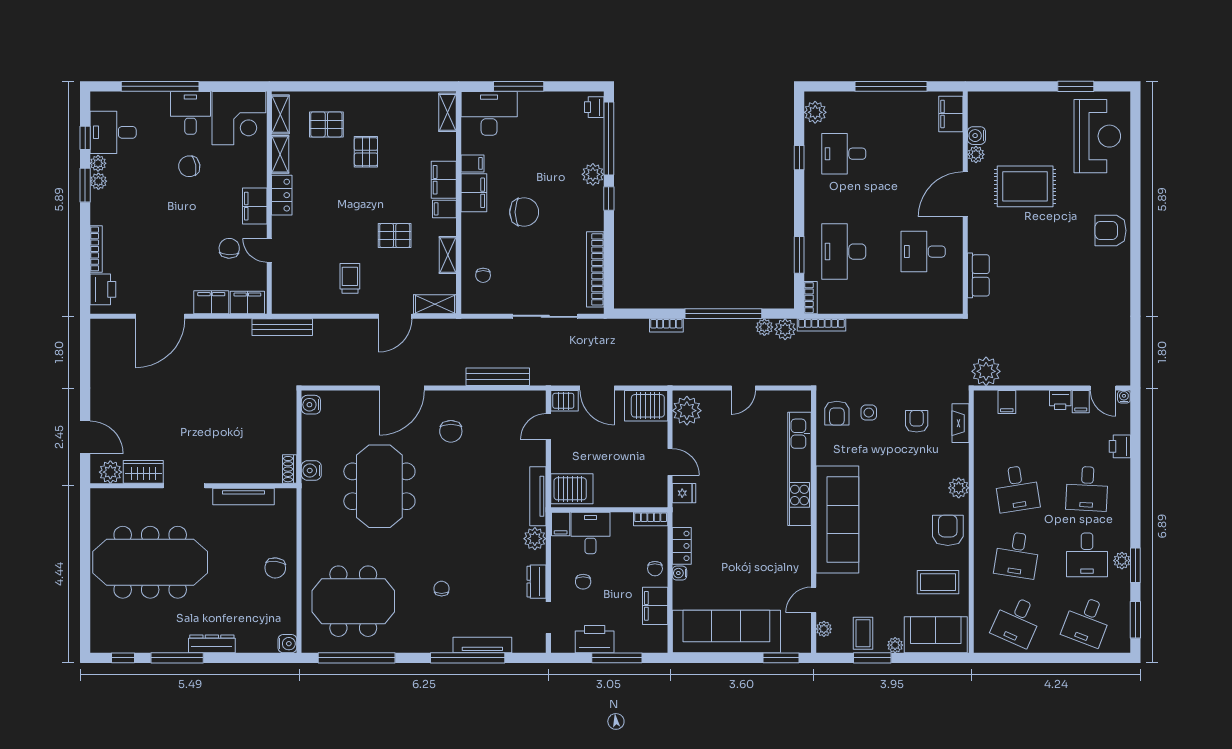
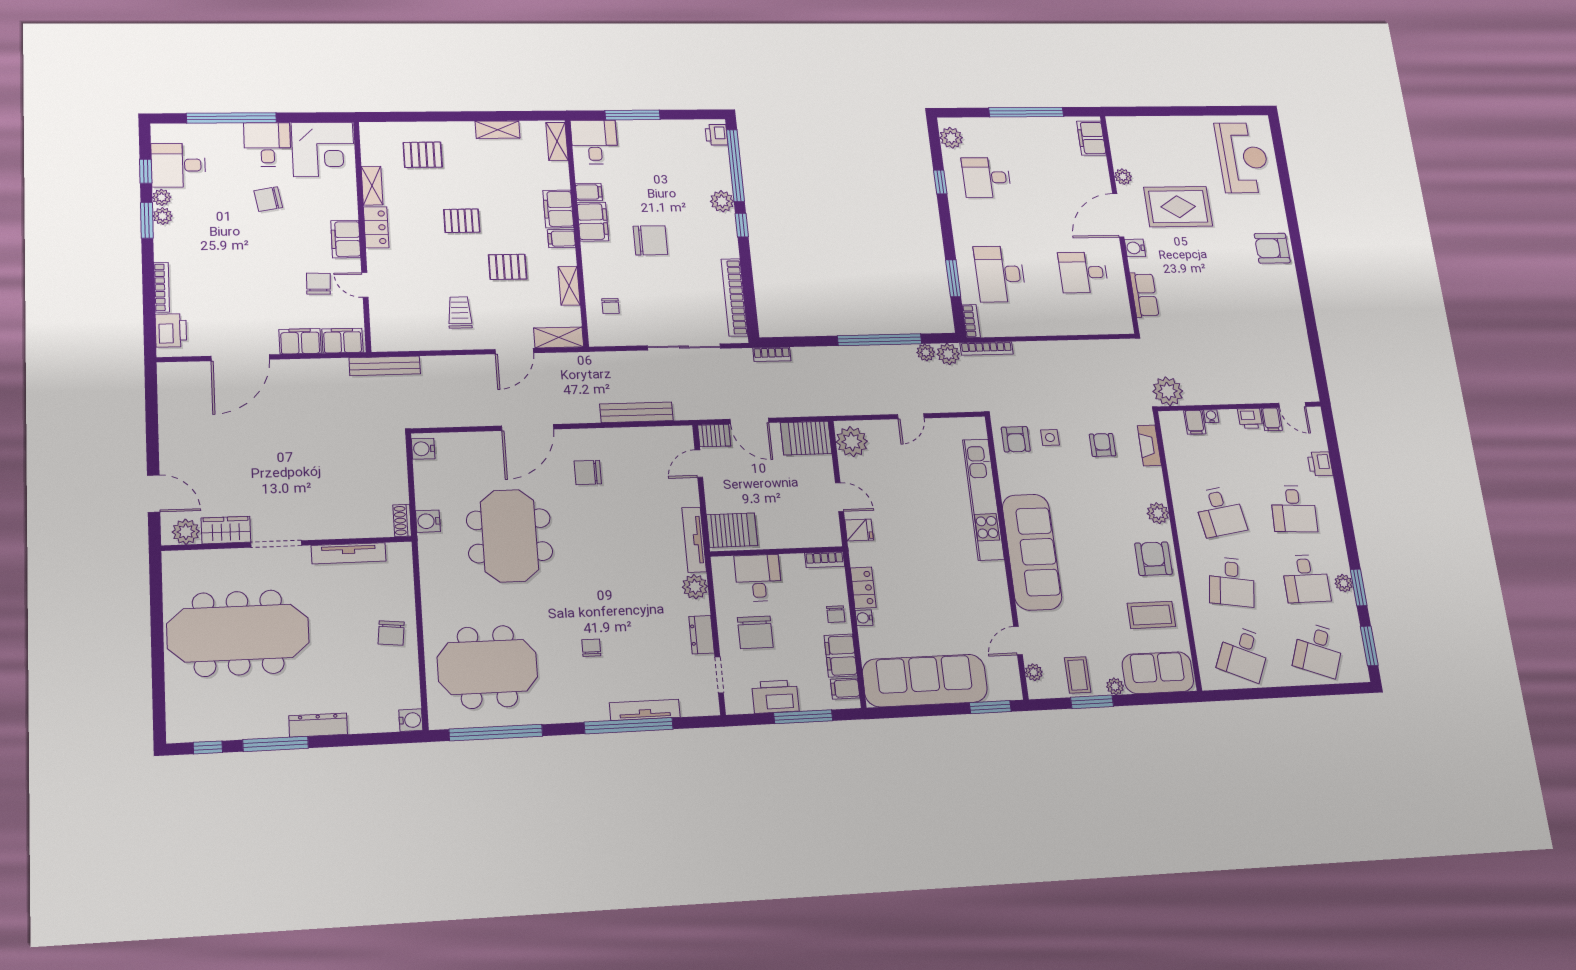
window: (1076, 86) -> (1213, 111), removed
desk: (489, 113) -> (594, 142), width x0.73
shelving: (280, 114) -> (498, 130), moved, turned 90
water cooler: (977, 136) -> (1135, 248), moved
pallet: (366, 152) -> (462, 221), moved, turned 90
bookcase: (666, 325) -> (772, 354), moved
water cooler: (1124, 397) -> (1211, 416), moved
chair: (451, 431) -> (588, 472), turned 90
filing cabinet: (561, 524) -> (845, 688), moved, turned 90
chair: (583, 582) -> (755, 632), width x1.87, depth x1.87

